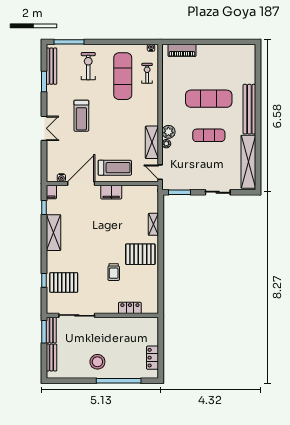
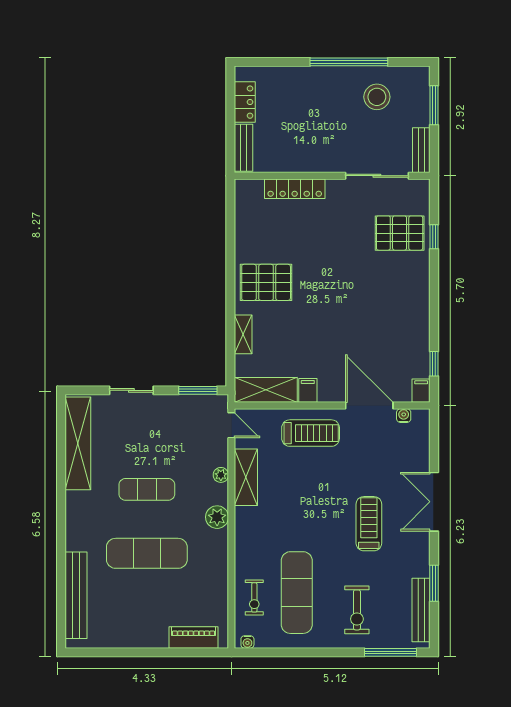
bench: (249, 109) -> (76, 595), moved
double door: (44, 128) -> (434, 502), width x1.37
plant: (168, 132) -> (217, 517), moved
treadmill: (115, 168) -> (311, 433), turned 180
door: (81, 184) -> (369, 405), swing flipped
filing cabinet: (111, 192) -> (308, 390), width x0.50
shelving: (53, 233) -> (266, 390), moved, turned 90
trolley: (114, 272) -> (313, 251), removed
locker: (130, 308) -> (295, 189), width x1.53
window: (44, 332) -> (434, 105), moved
bench: (51, 358) -> (244, 148), moved
stool: (97, 362) -> (377, 97), moved
window: (119, 381) -> (349, 62), moved

